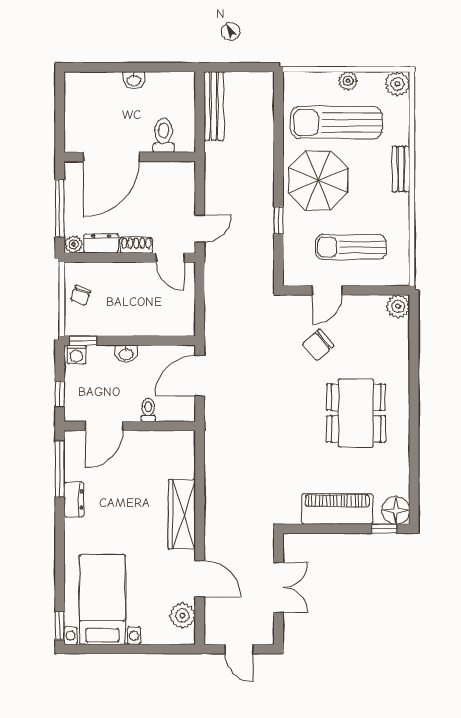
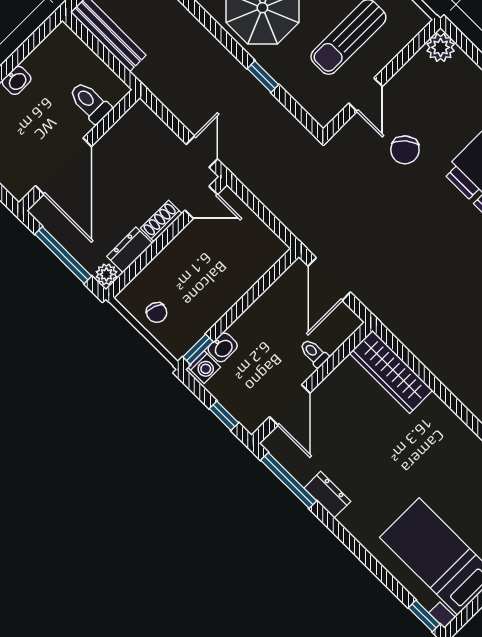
washbasin: (126, 354) -> (223, 347), moved
wardrobe: (182, 514) -> (391, 372), moved

